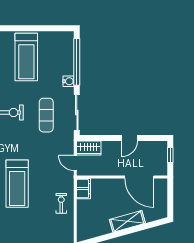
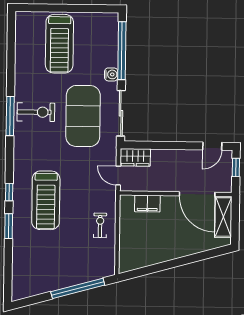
exercise mat: (46, 115) -> (83, 116), width x2.00, depth x1.45
door: (129, 138) -> (212, 146), moved
filing cabinet: (83, 189) -> (147, 204), moved, turned 90
shelving: (127, 221) -> (223, 217), moved, turned -75

